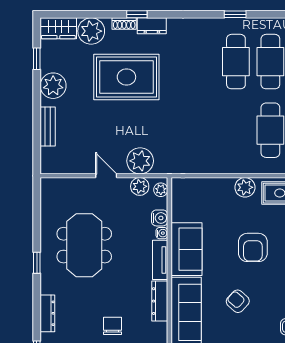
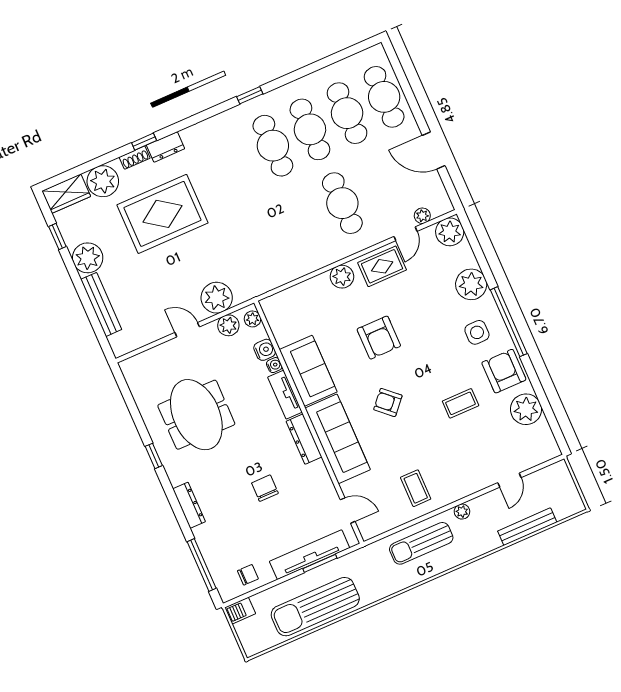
bench: (48, 127) -> (101, 304), width x1.36

